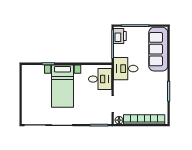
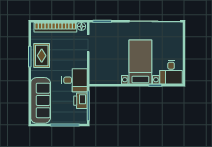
printer: (120, 36) -> (81, 101), moved
desk: (100, 79) -> (171, 72), moved, turned -90
rug: (157, 92) -> (42, 56), added

